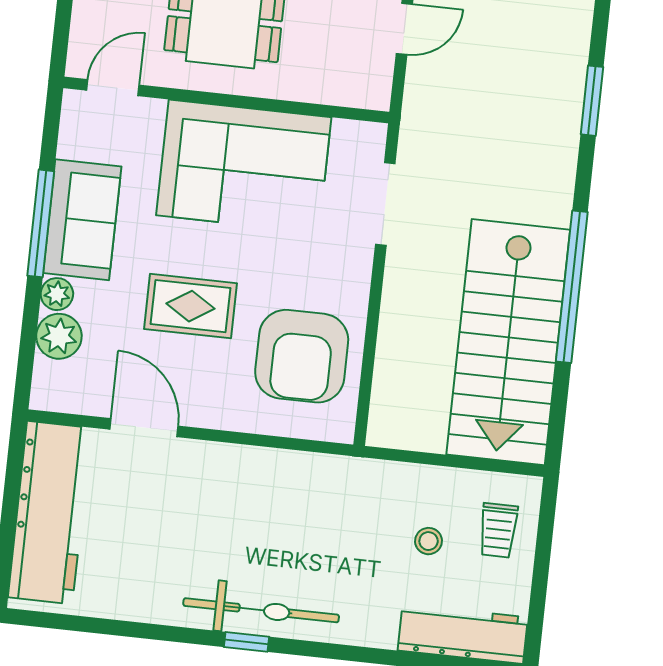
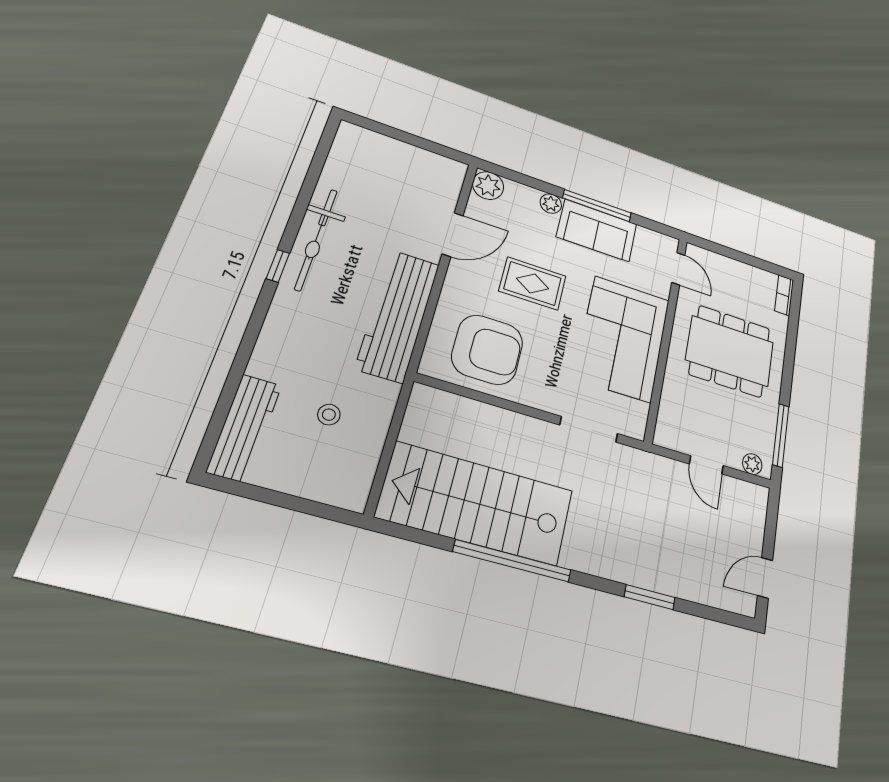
rug: (190, 306) -> (533, 284), turned 90
plant: (59, 336) -> (488, 186), moved
armchair: (302, 356) -> (487, 350), turned 180
workbench: (50, 513) -> (398, 315), moved, turned 90
trolley: (498, 530) -> (326, 471), removed
bicycle: (261, 610) -> (316, 239), moved

